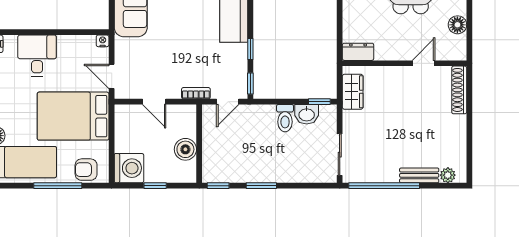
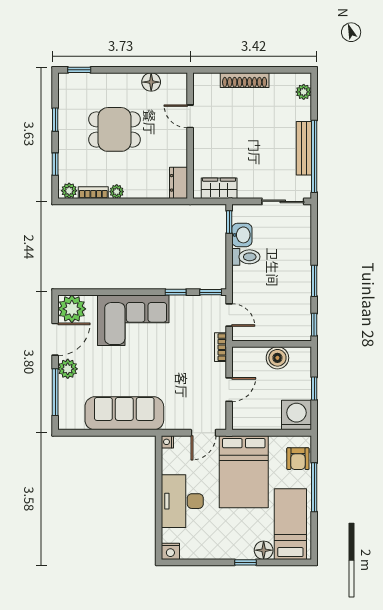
desk: (37, 56) -> (182, 501), width x1.37
shoe rack: (459, 90) -> (245, 80), moved
bench: (419, 175) -> (304, 148), moved, width x1.36

